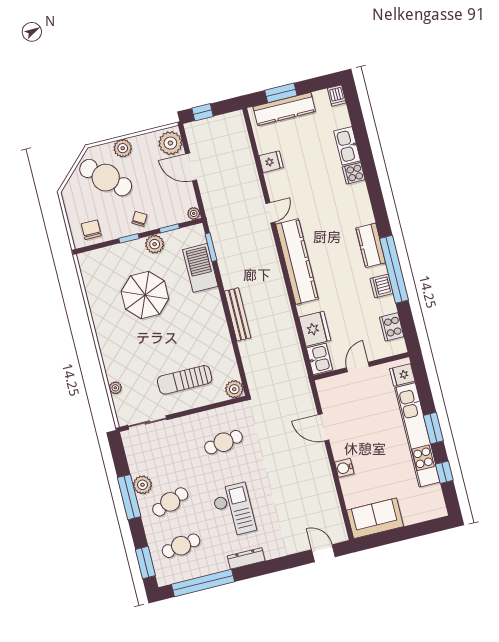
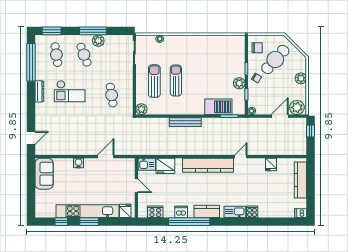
window: (281, 93) -> (310, 180), removed
kitchen sink: (347, 146) -> (235, 212), moved
cafe table: (106, 178) -> (275, 59), moved
door: (270, 213) -> (241, 157), swing flipped
parasol: (145, 295) -> (210, 70), removed
sun lounger: (175, 346) -> (176, 81), added

